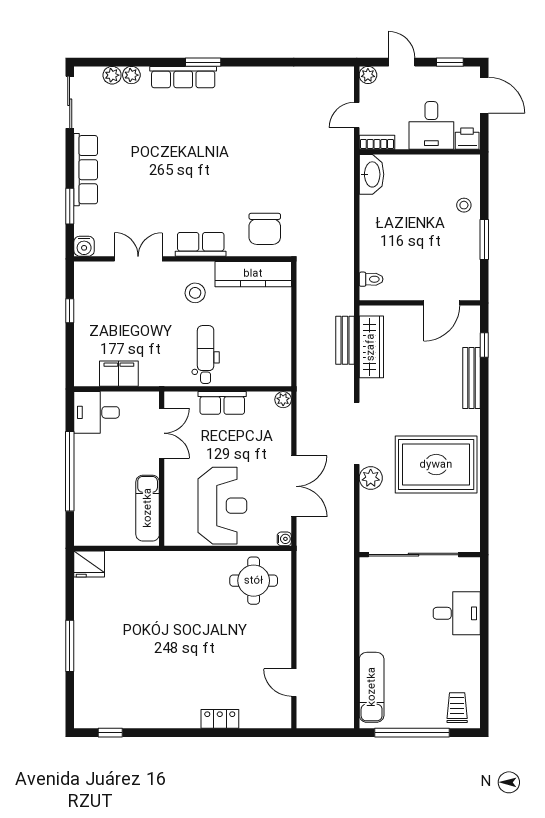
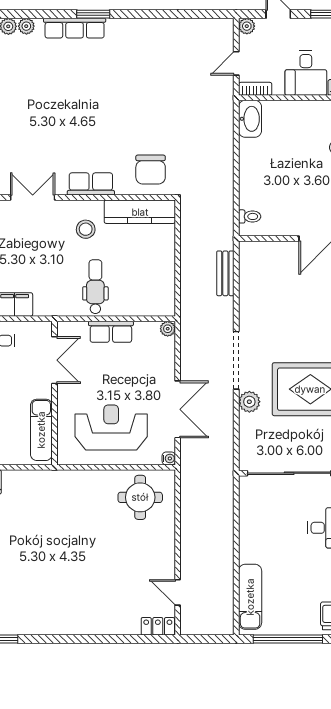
wardrobe: (371, 347) -> (250, 279), removed
reception desk: (222, 506) -> (111, 428), turned -90
locker: (220, 719) -> (158, 626), moved

